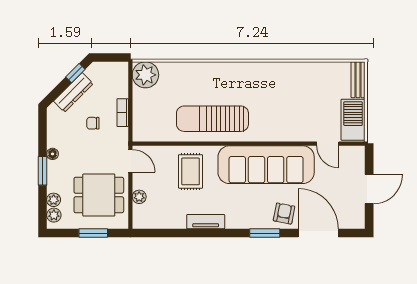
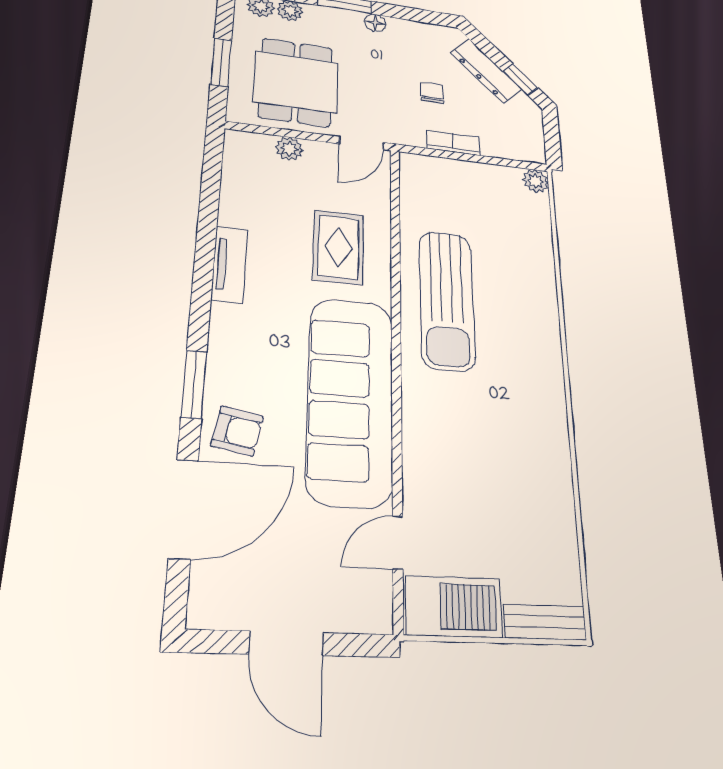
plant: (145, 75) -> (536, 181), width x0.53, depth x0.53
sun lounger: (212, 119) -> (447, 300), turned 180
rug: (191, 171) -> (338, 247), turned 90

